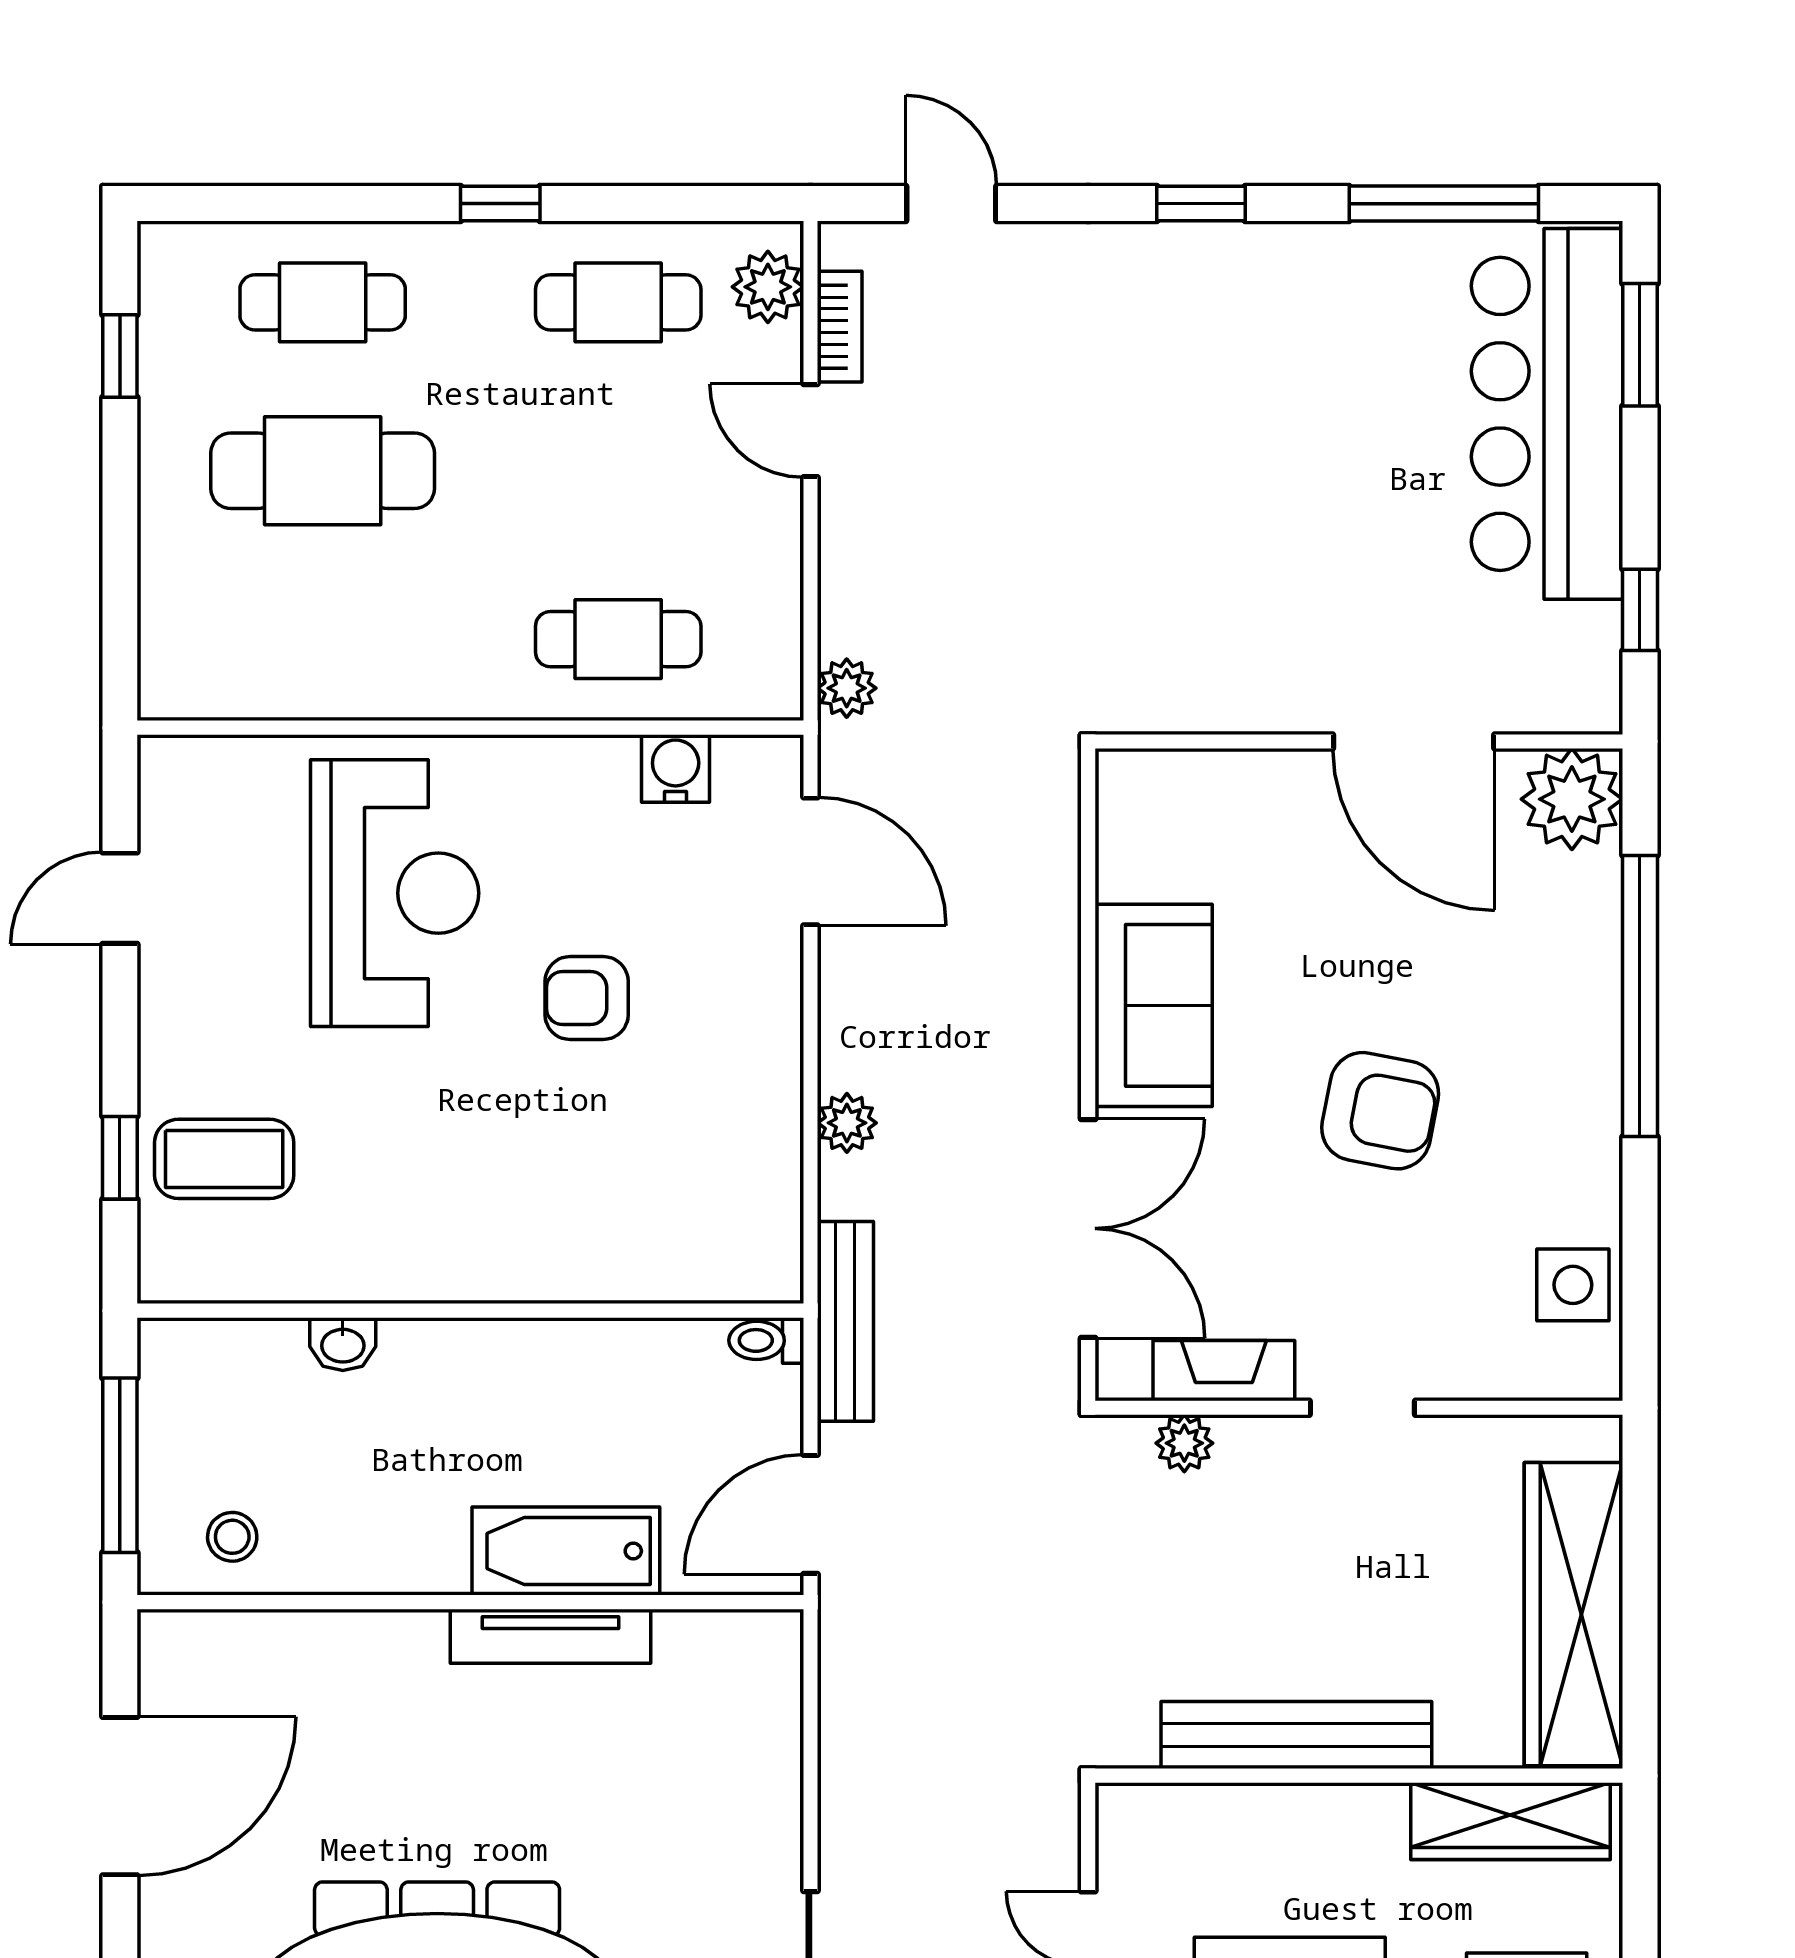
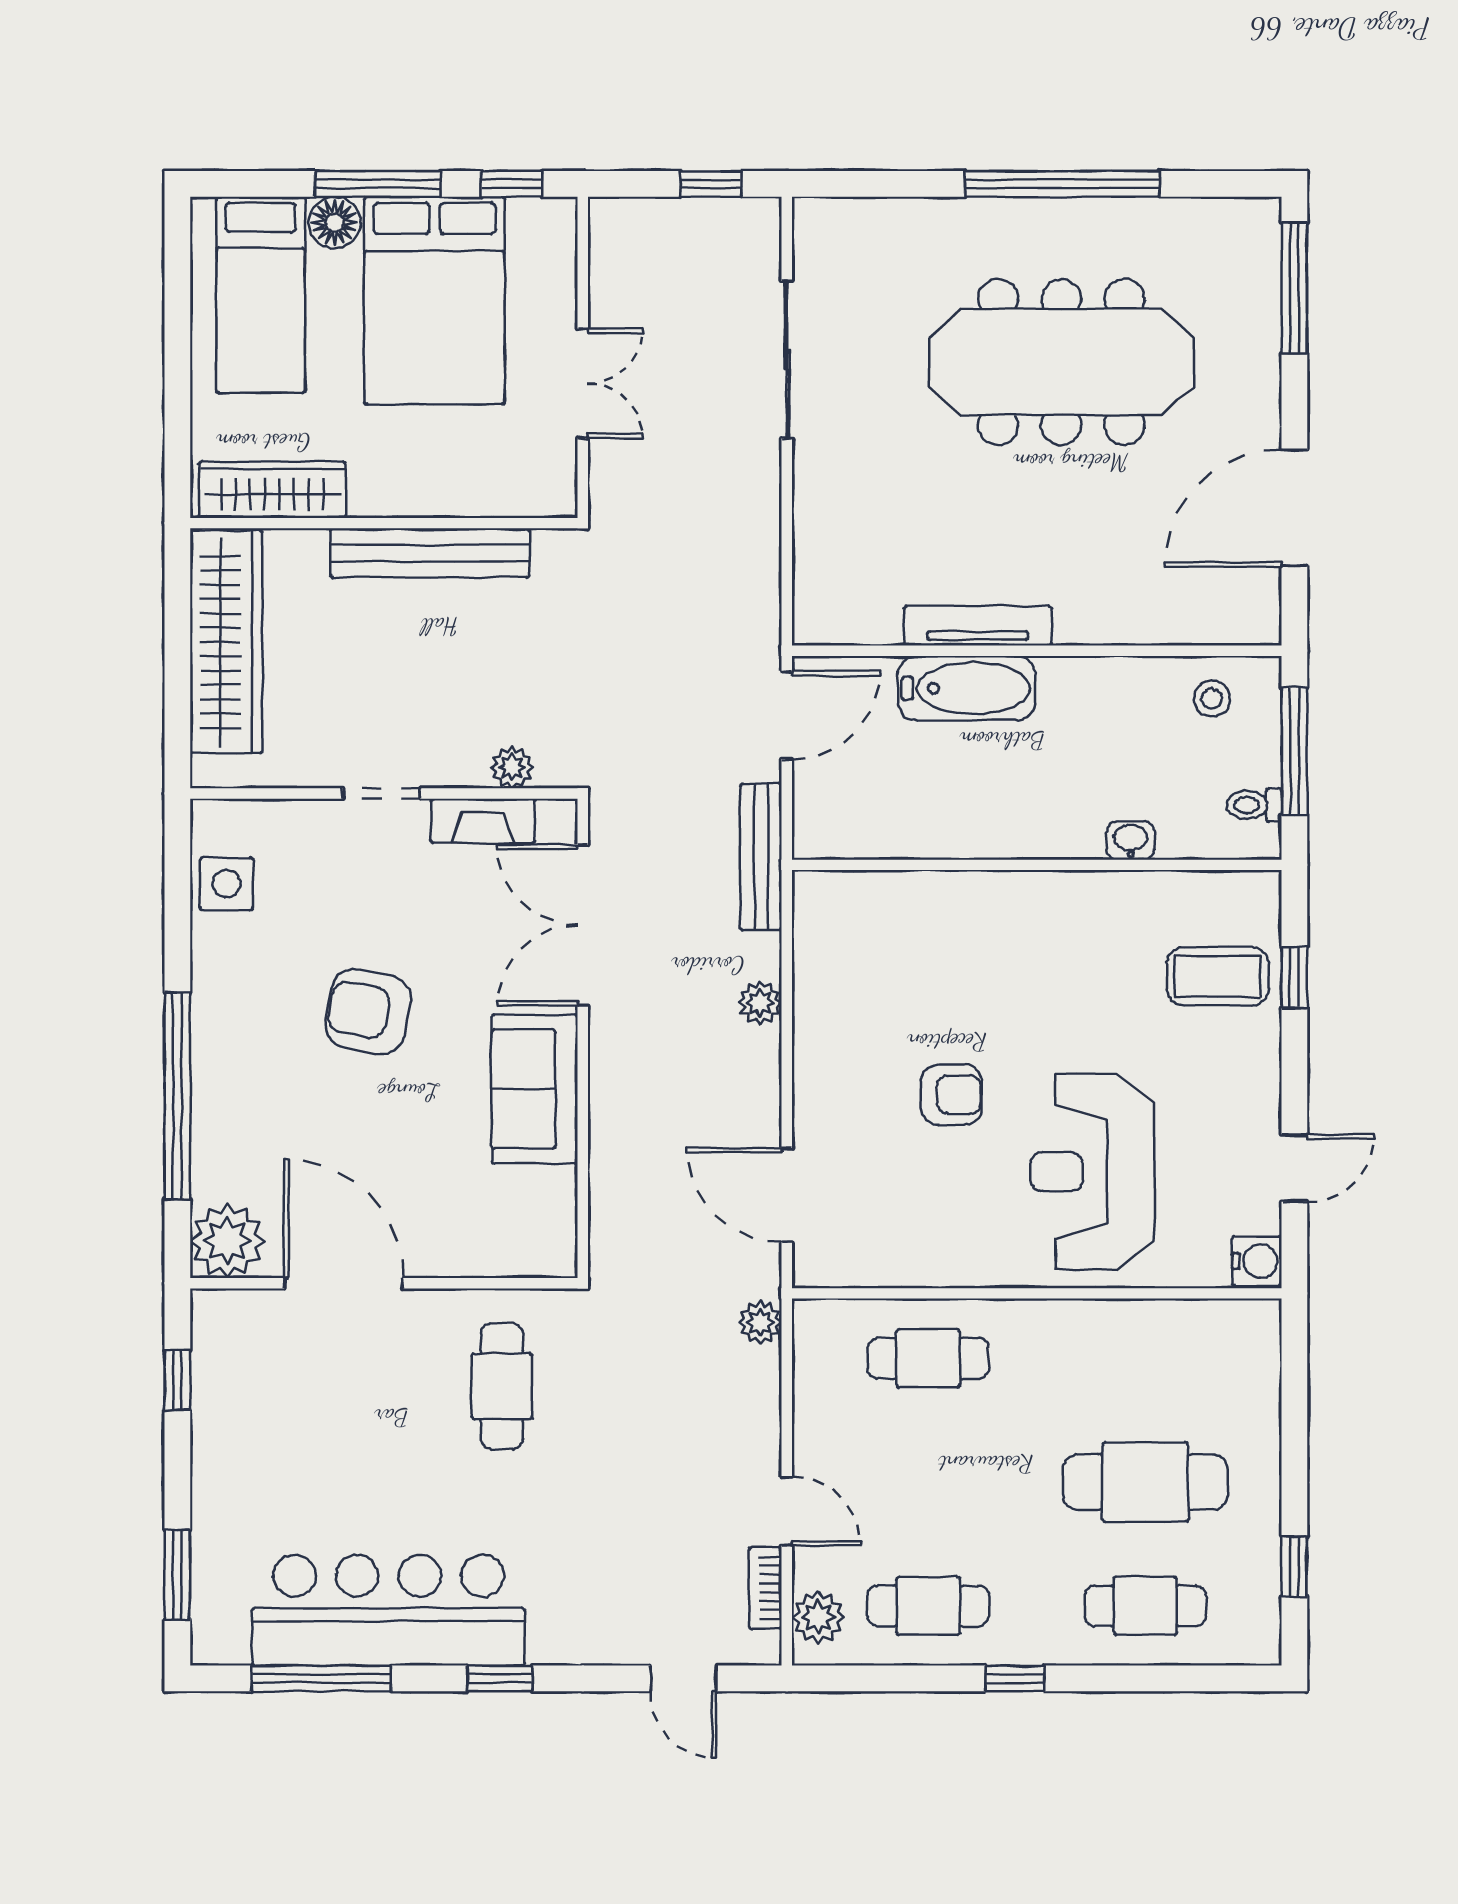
bar counter: (1547, 414) -> (388, 1610), moved, turned -90
cafe table: (1198, 601) -> (502, 1386), added
water cooler: (676, 768) -> (1257, 1261), moved, turned -90
toilet: (766, 1340) -> (1254, 805), moved, turned 180

